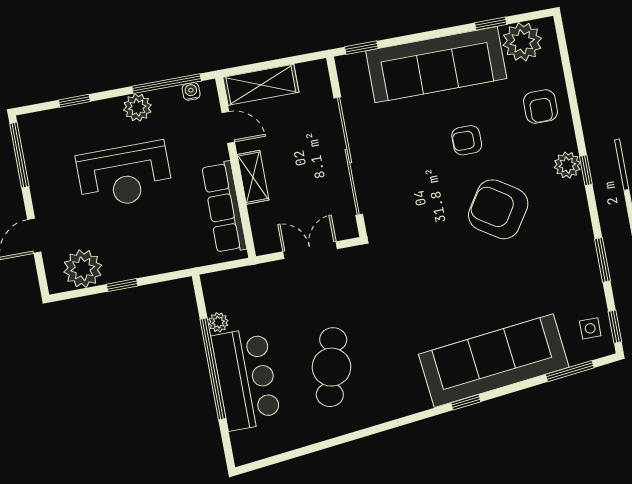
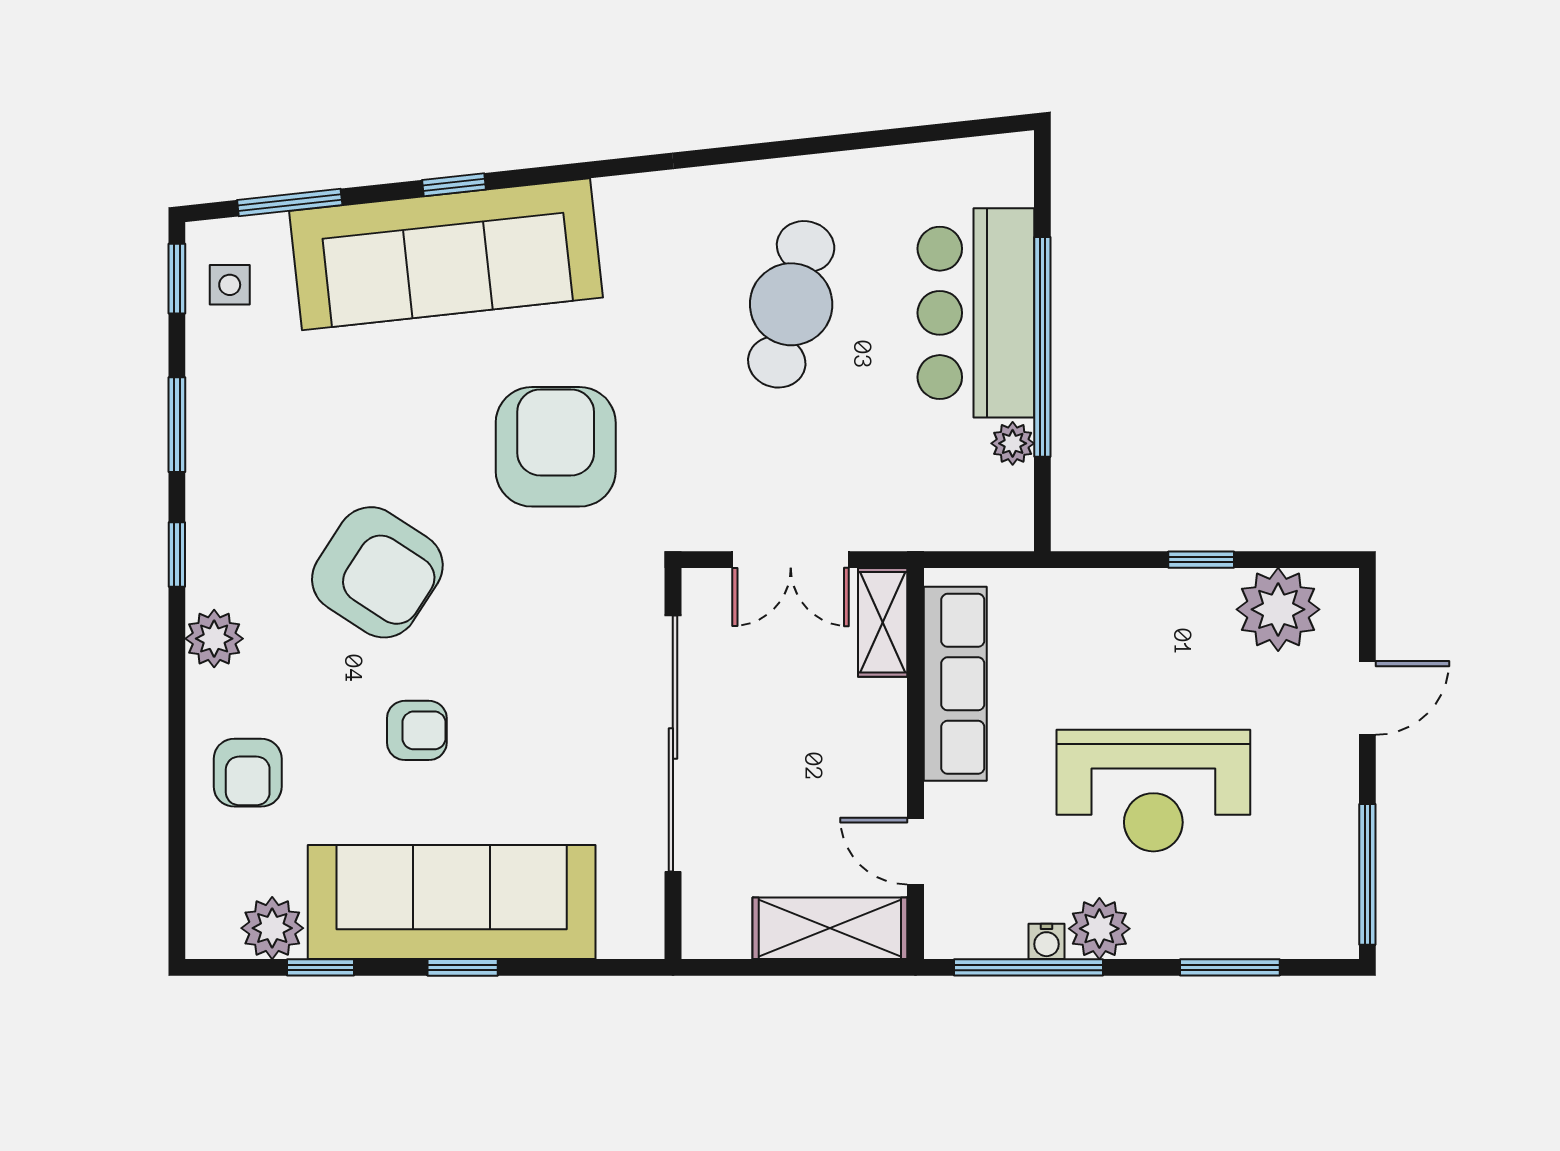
plant: (522, 42) -> (272, 928), width x0.73, depth x0.73
window: (361, 48) -> (463, 967), moved
water cooler: (191, 91) -> (1046, 941), moved
window: (74, 101) -> (1230, 967), width x1.50
armchair: (541, 107) -> (248, 773), turned 180
window: (586, 170) -> (177, 554), moved
reception desk: (124, 175) -> (1153, 791), turned 180
shelving: (253, 177) -> (883, 622), moved
armchair: (427, 282) -> (556, 447), added
window: (466, 402) -> (454, 185), moved

